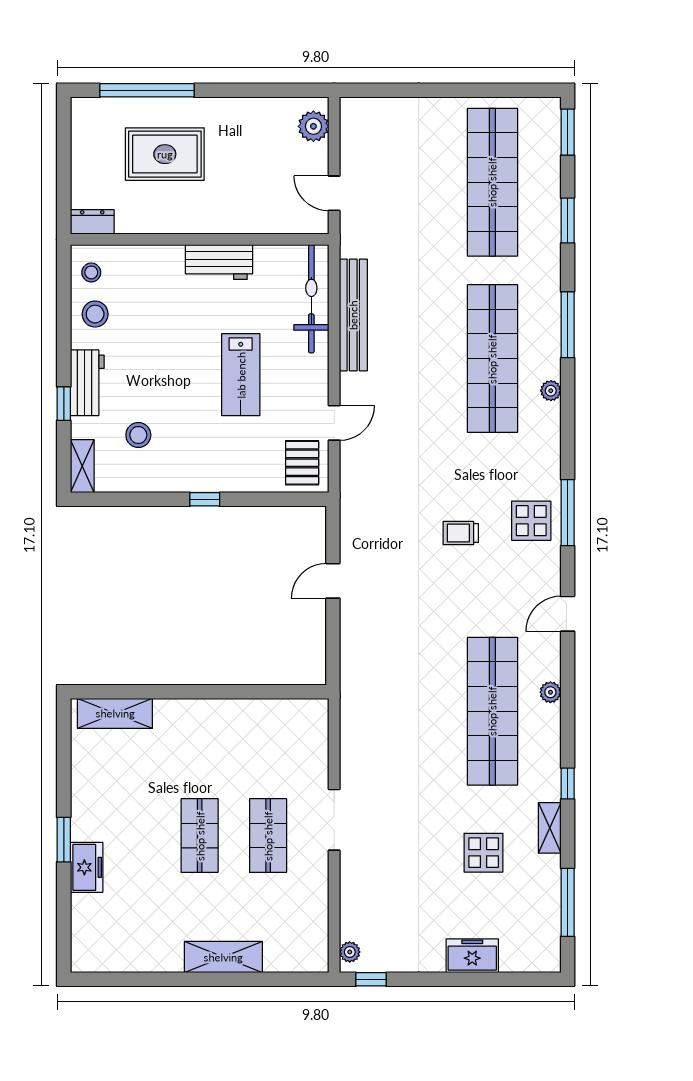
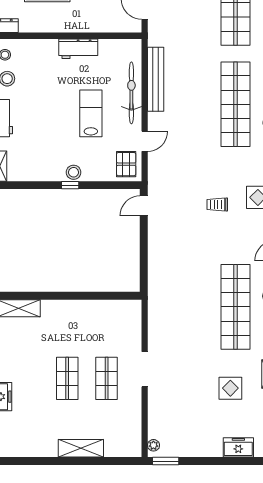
bicycle: (311, 299) -> (131, 93), moved
lab bench: (241, 375) -> (91, 113), turned 180
stool: (138, 435) -> (74, 172), moved
door: (333, 581) -> (144, 206), moved
freezer: (472, 956) -> (238, 447), moved
window: (371, 979) -> (166, 461), width x1.50

